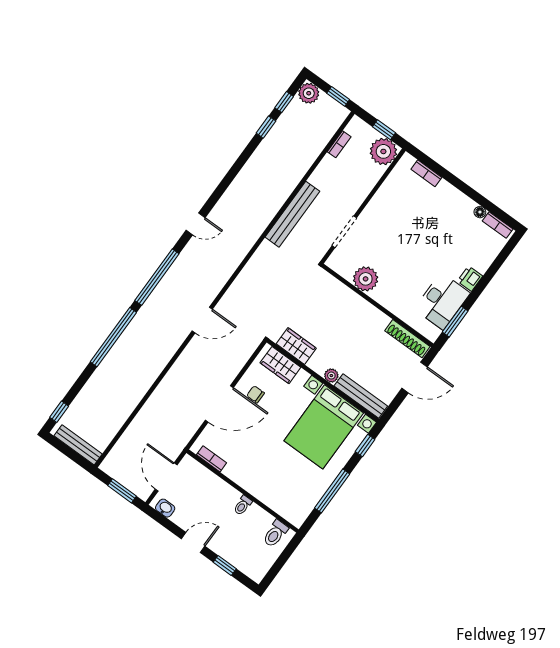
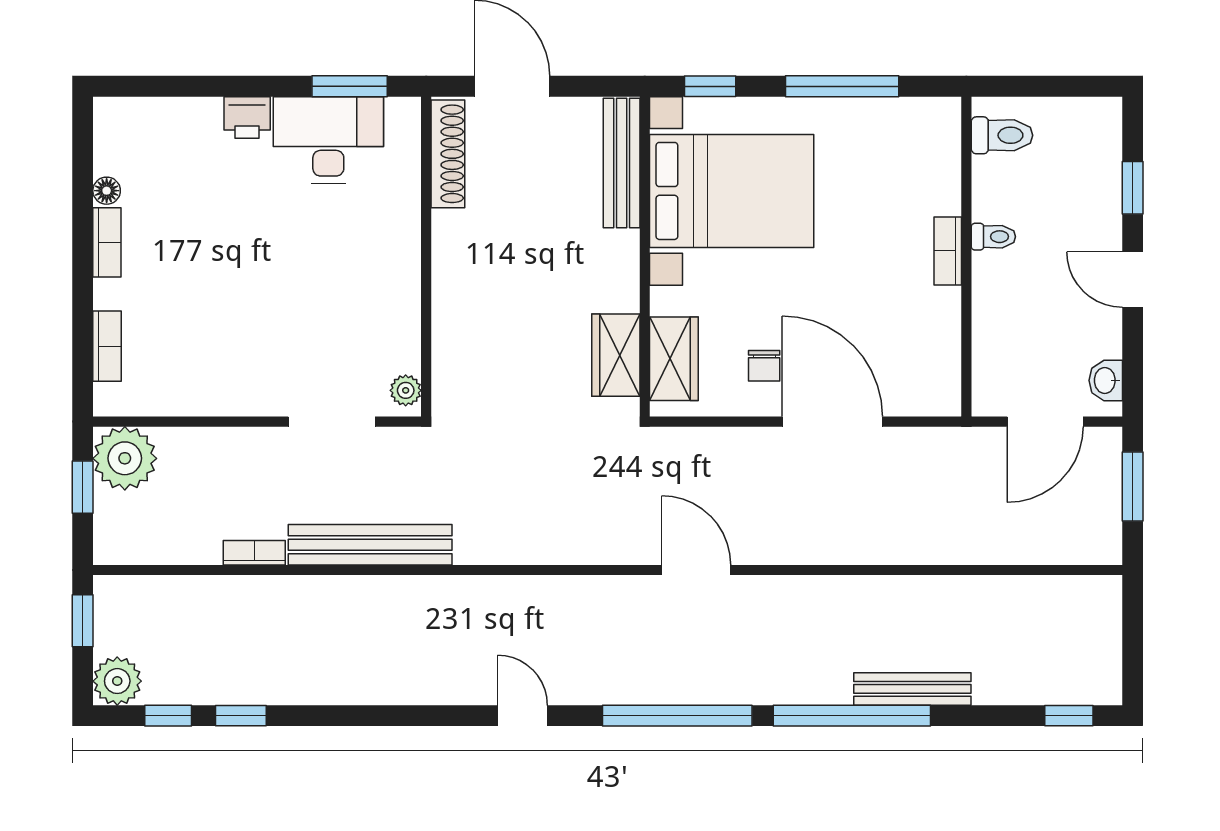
bookcase: (339, 144) -> (254, 553), moved
bookcase: (498, 225) -> (107, 242), moved
plant: (366, 279) -> (406, 390), moved, width x0.53, depth x0.53
plant: (331, 376) -> (624, 247), removed
bench: (78, 445) -> (912, 689), moved, turned 90
bookcase: (211, 459) -> (948, 251), moved

